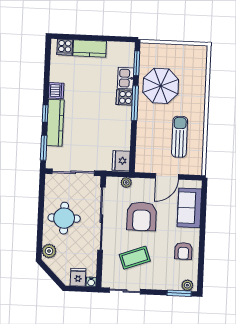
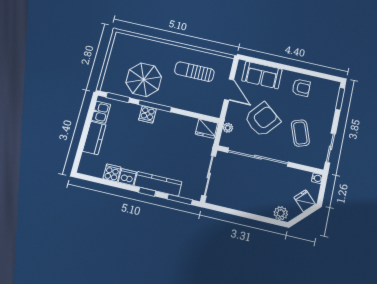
cooker: (65, 47) -> (112, 173), moved, turned -90
kitchen sink: (126, 78) -> (101, 112), moved, turned -90
armchair: (142, 216) -> (262, 120), turned -51
round table: (64, 218) -> (251, 193), removed
fridge: (78, 277) -> (305, 201), moved, turned 45
plant: (187, 285) -> (334, 90), removed

